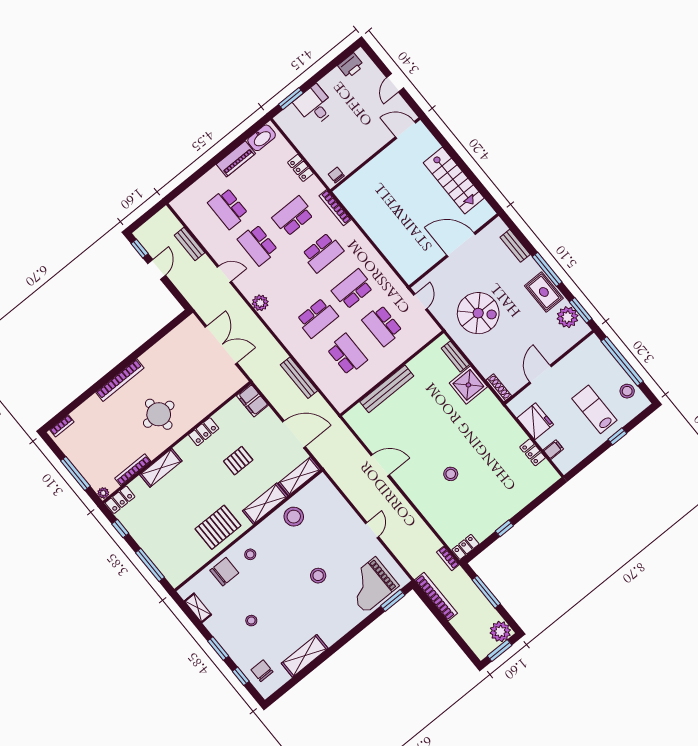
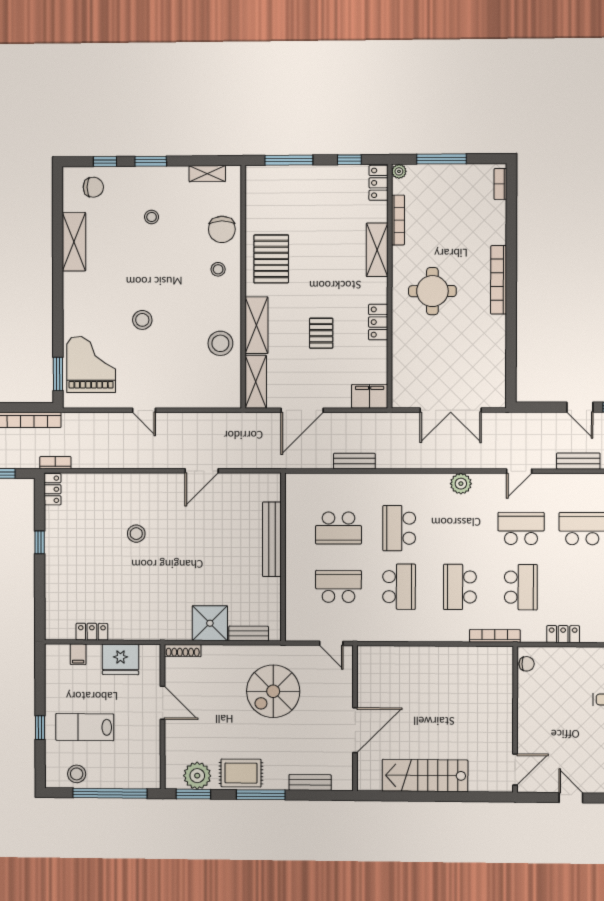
bench: (299, 378) -> (354, 461), width x0.73
lab bench: (594, 409) -> (85, 727), turned 180

